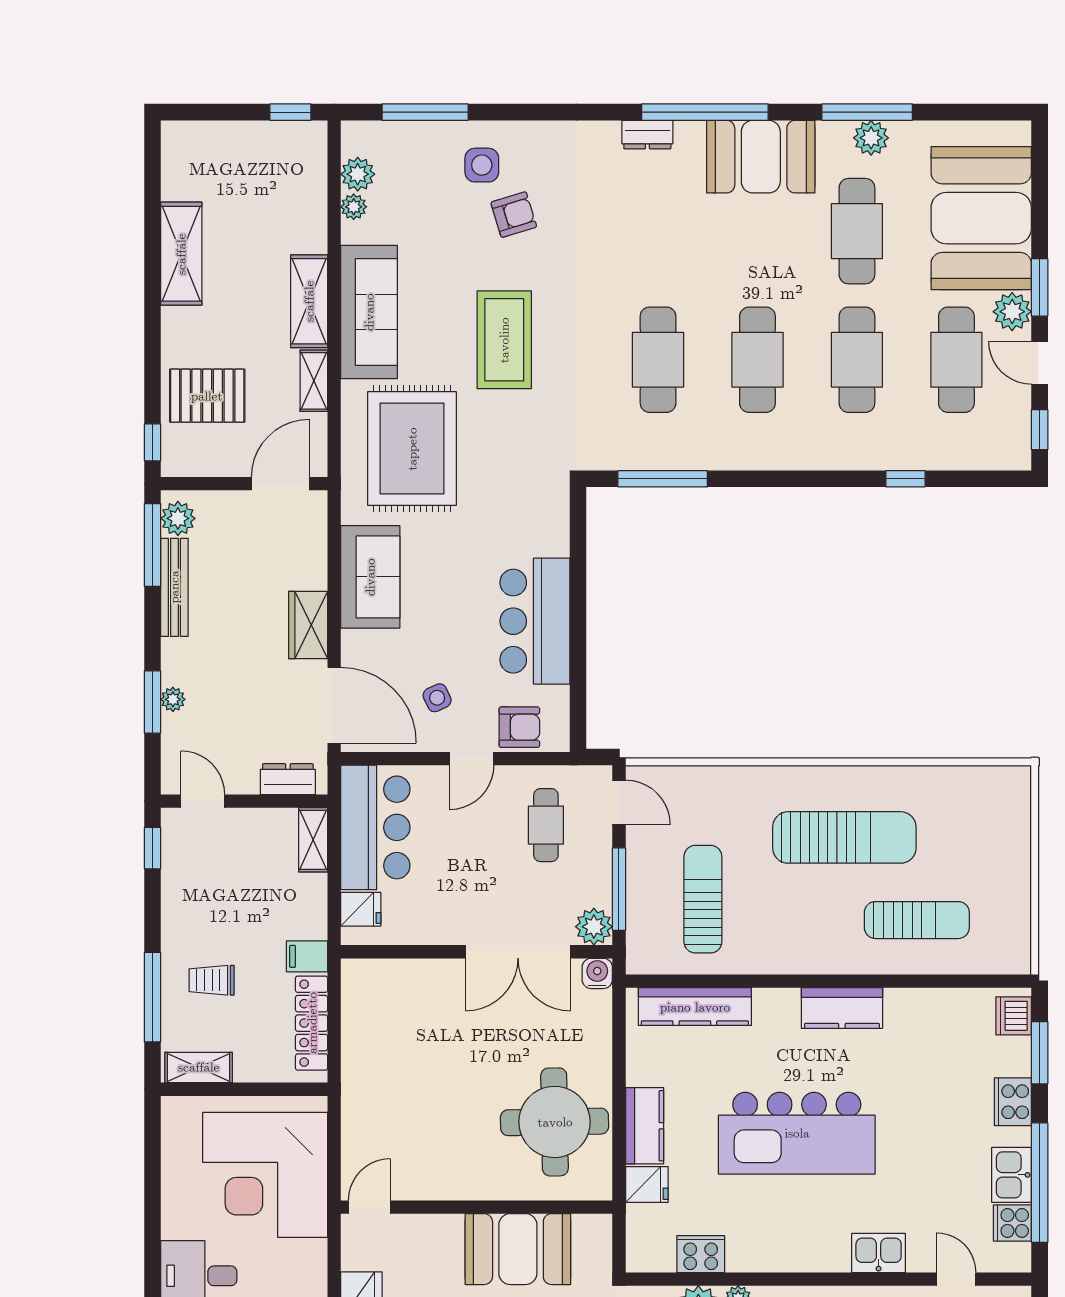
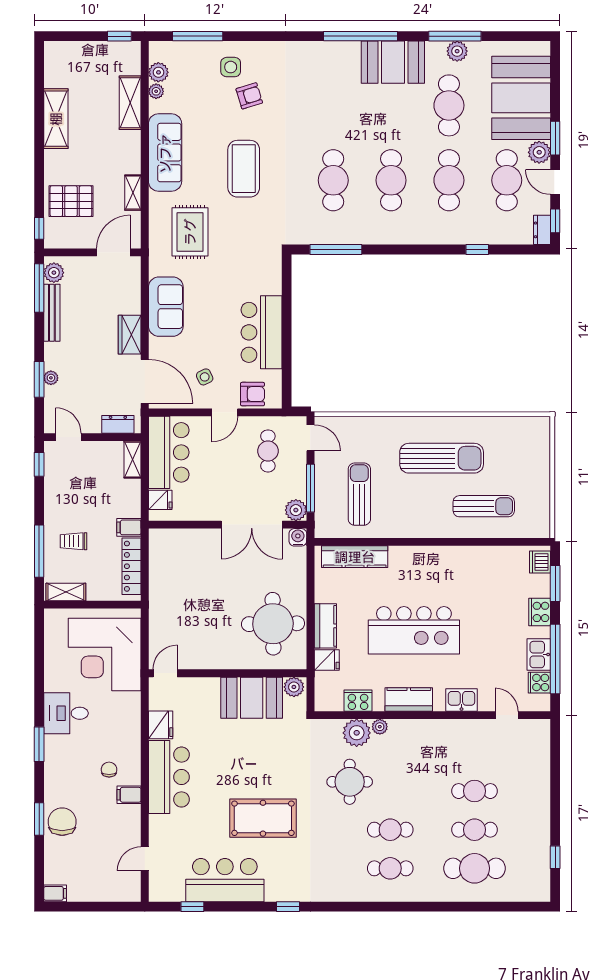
dresser: (647, 135) -> (542, 230), moved, turned 90
shelving: (309, 301) -> (130, 103), moved
rug: (412, 449) -> (190, 232), width x0.73, depth x0.69
kitchen counter: (842, 1008) -> (409, 700), moved, turned 180
plant: (590, 1231) -> (294, 687), added

